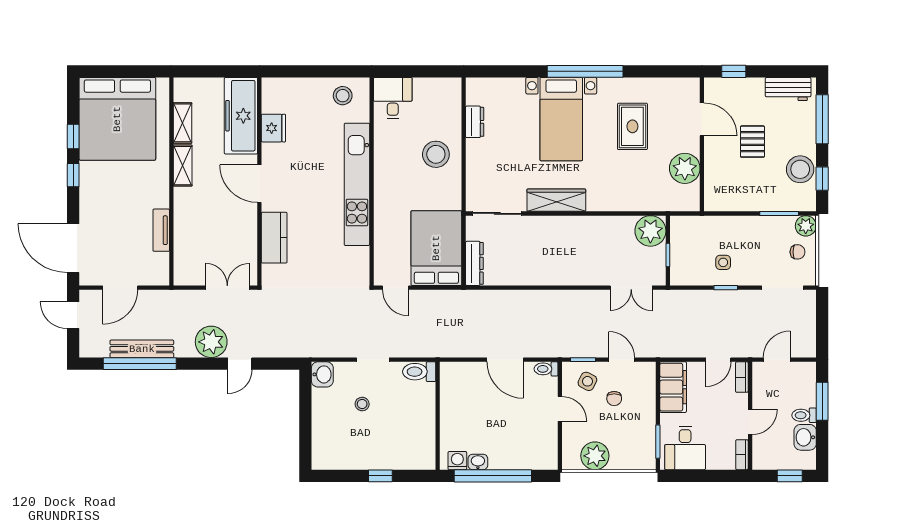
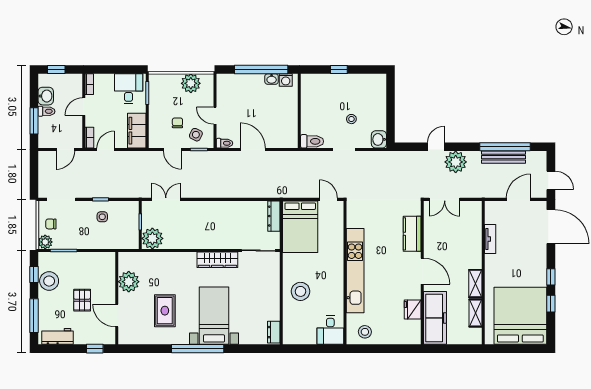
dresser: (475, 122) -> (274, 332), moved

